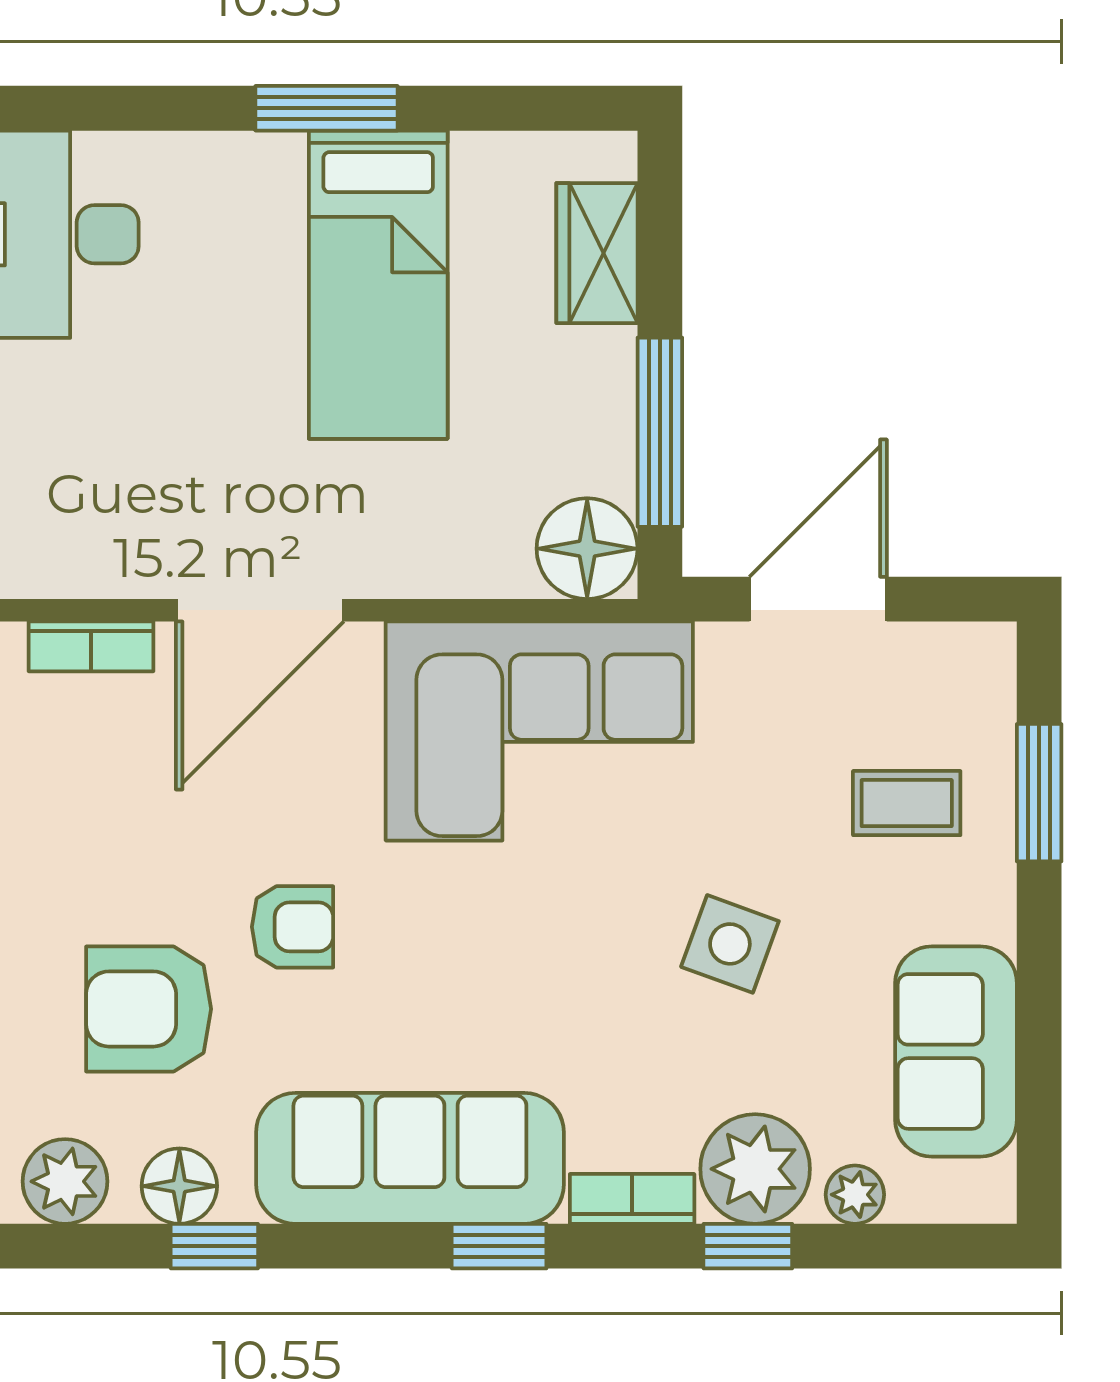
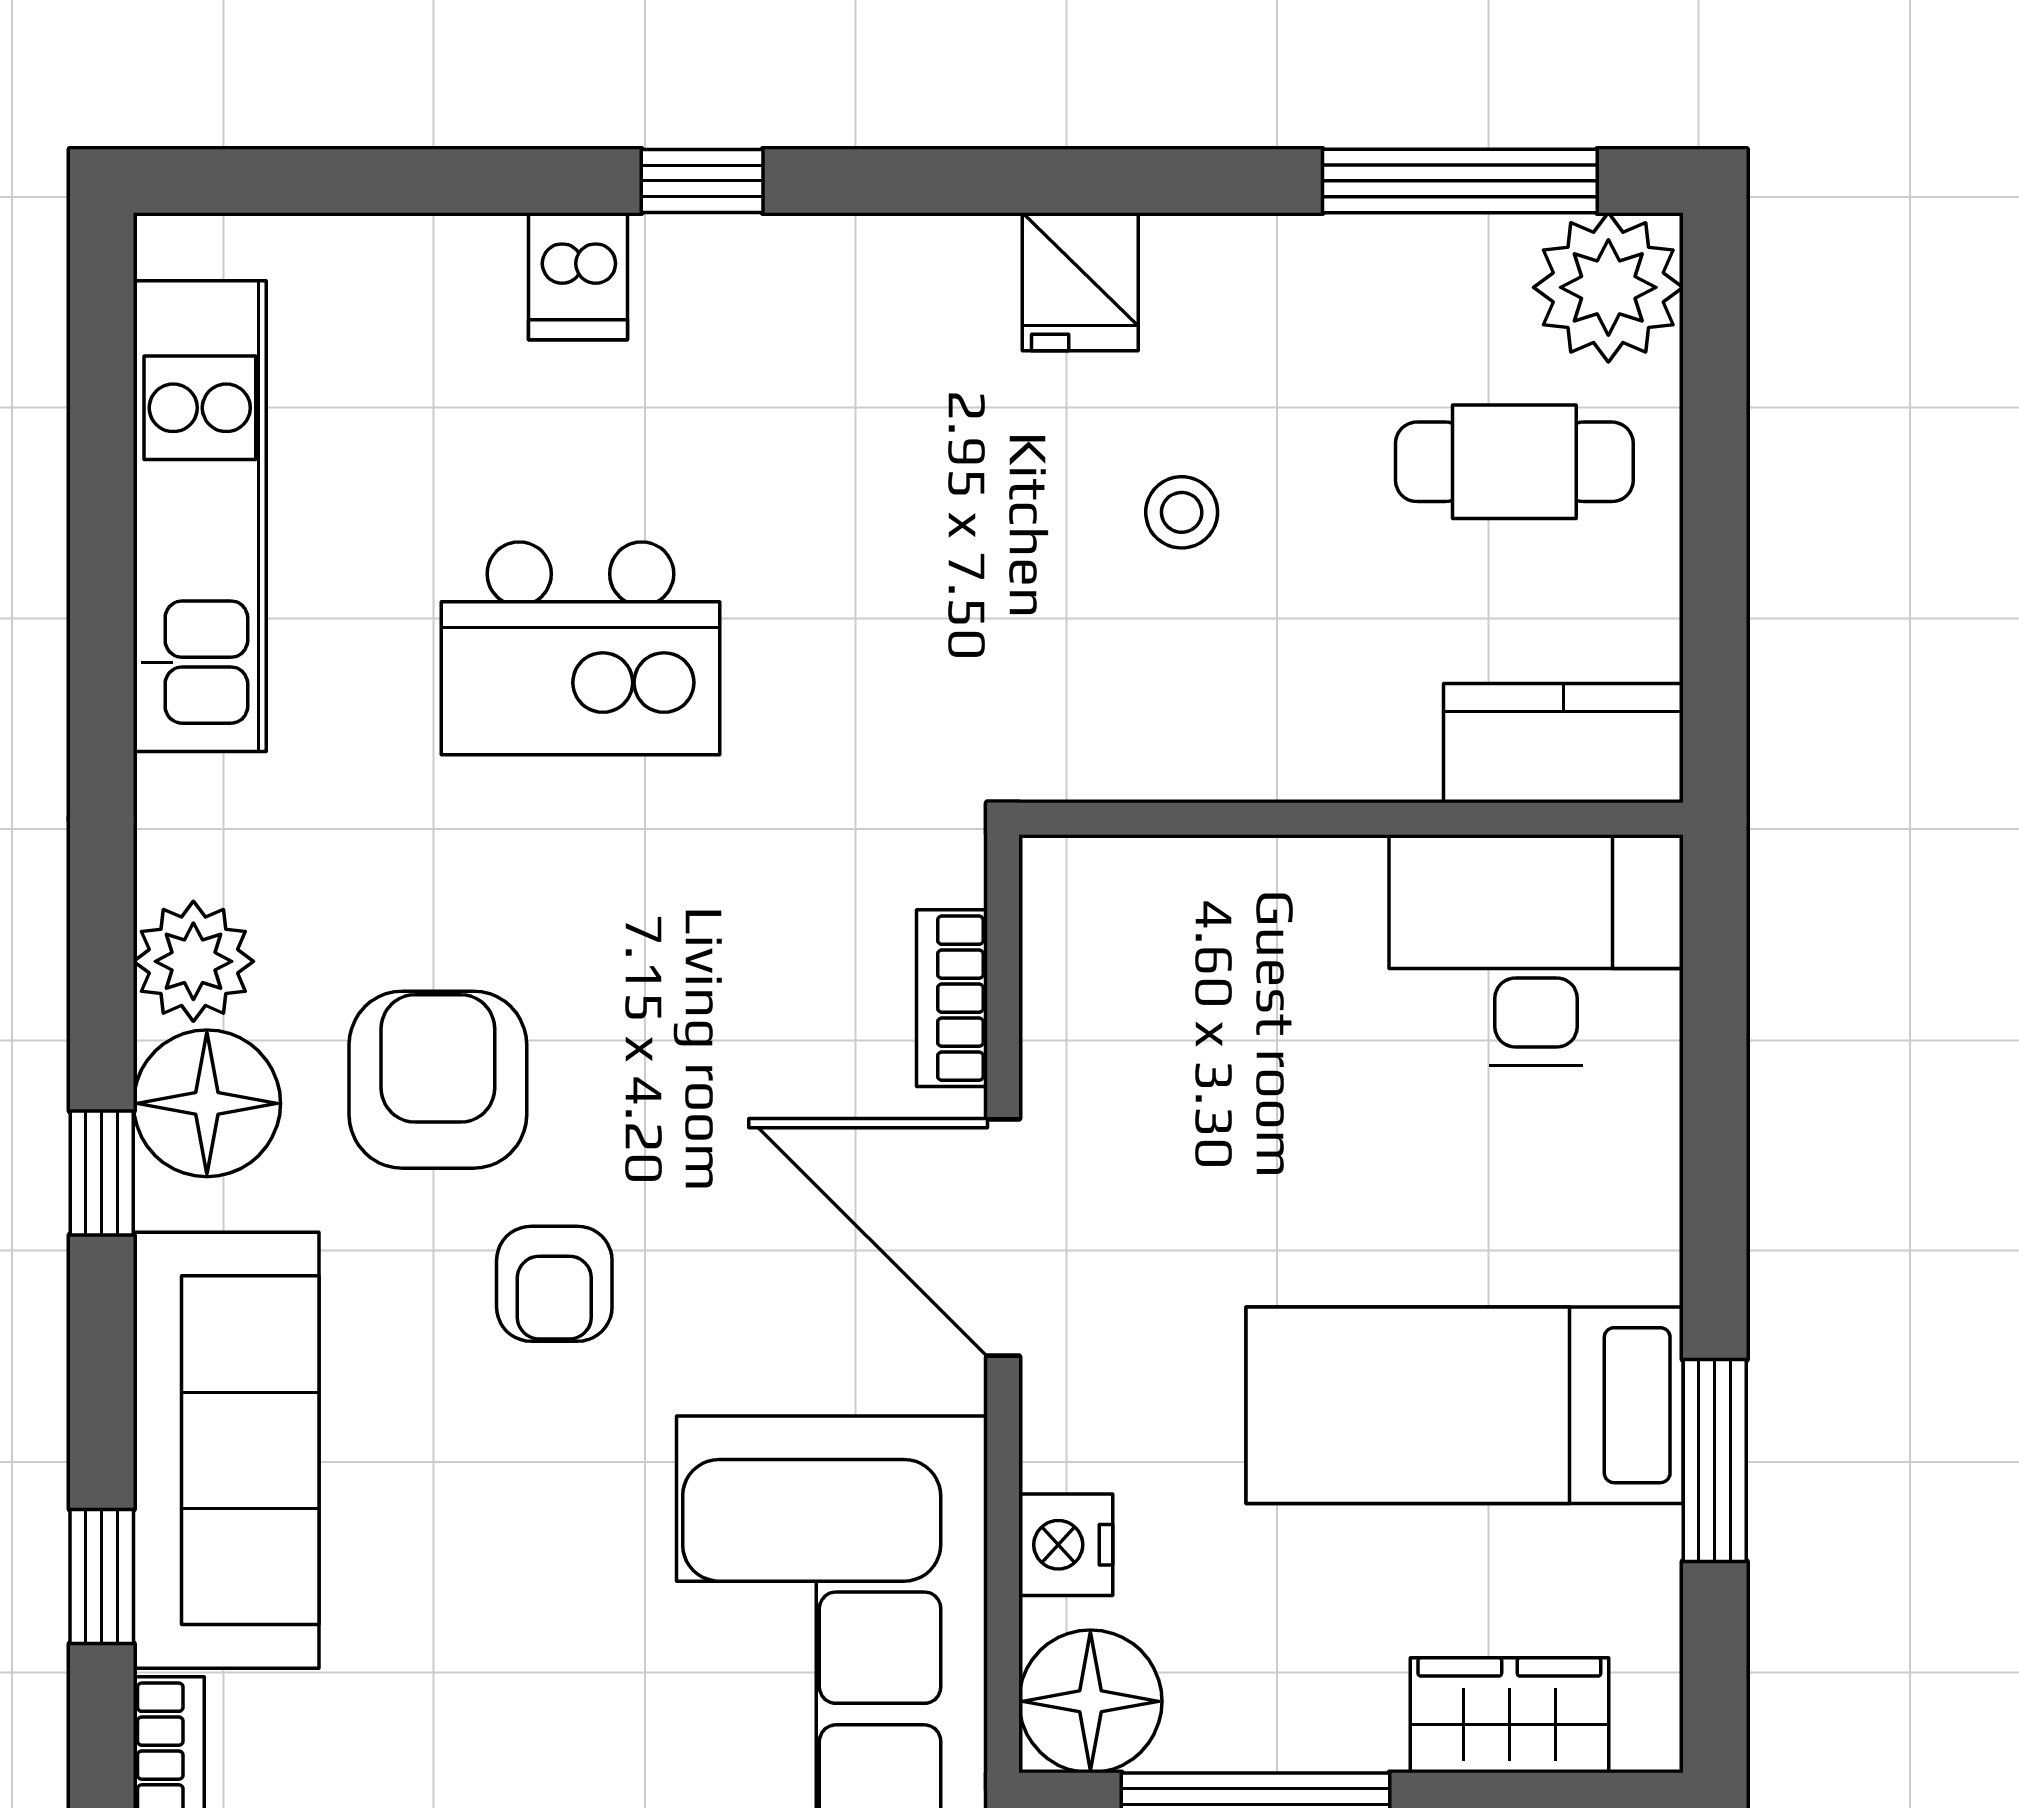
window: (326, 108) -> (1715, 1460), moved
nightstand: (477, 566) -> (1066, 1545), added
floor lamp: (179, 1186) -> (207, 1103), width x1.38, depth x1.38

